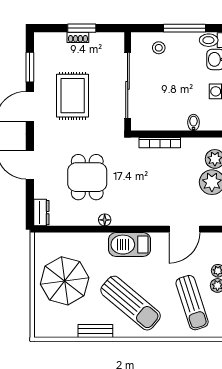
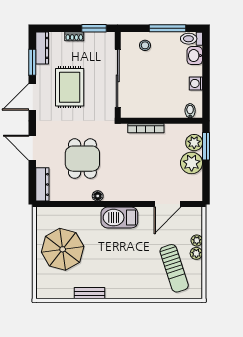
window: (82, 28) -> (94, 28), moved
dresser: (41, 51) -> (42, 48), added
bidet: (194, 122) -> (190, 111), moved
dresser: (41, 213) -> (42, 184), width x1.44
sun lounger: (131, 303) -> (120, 269), removed

